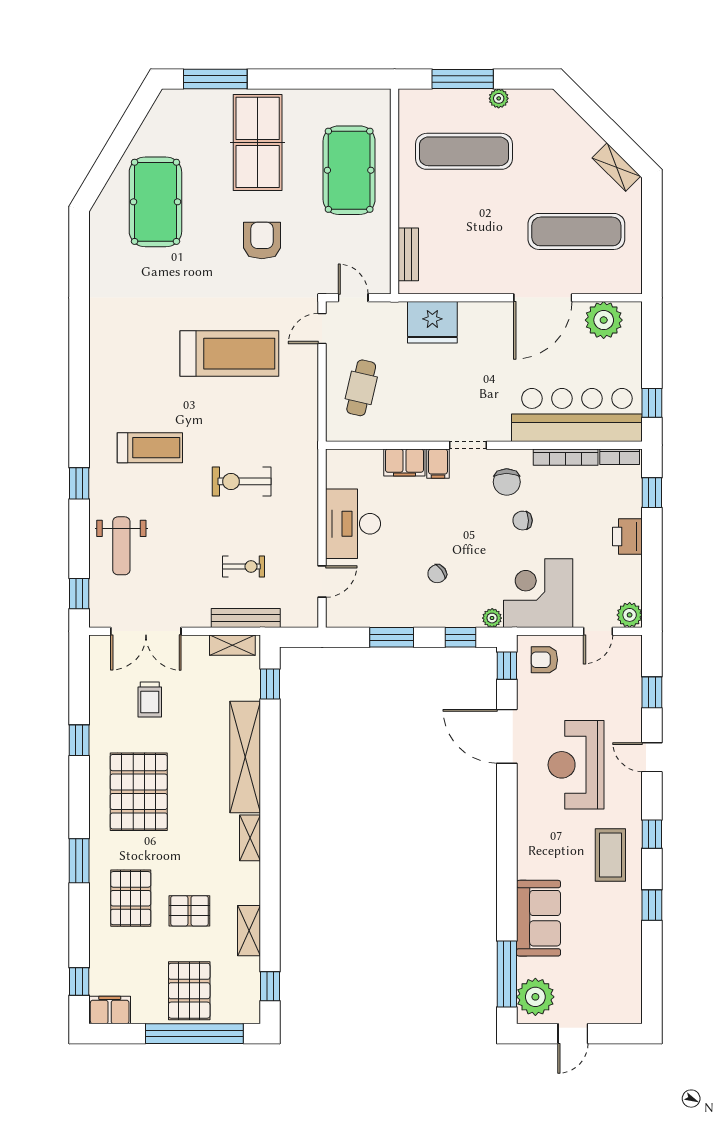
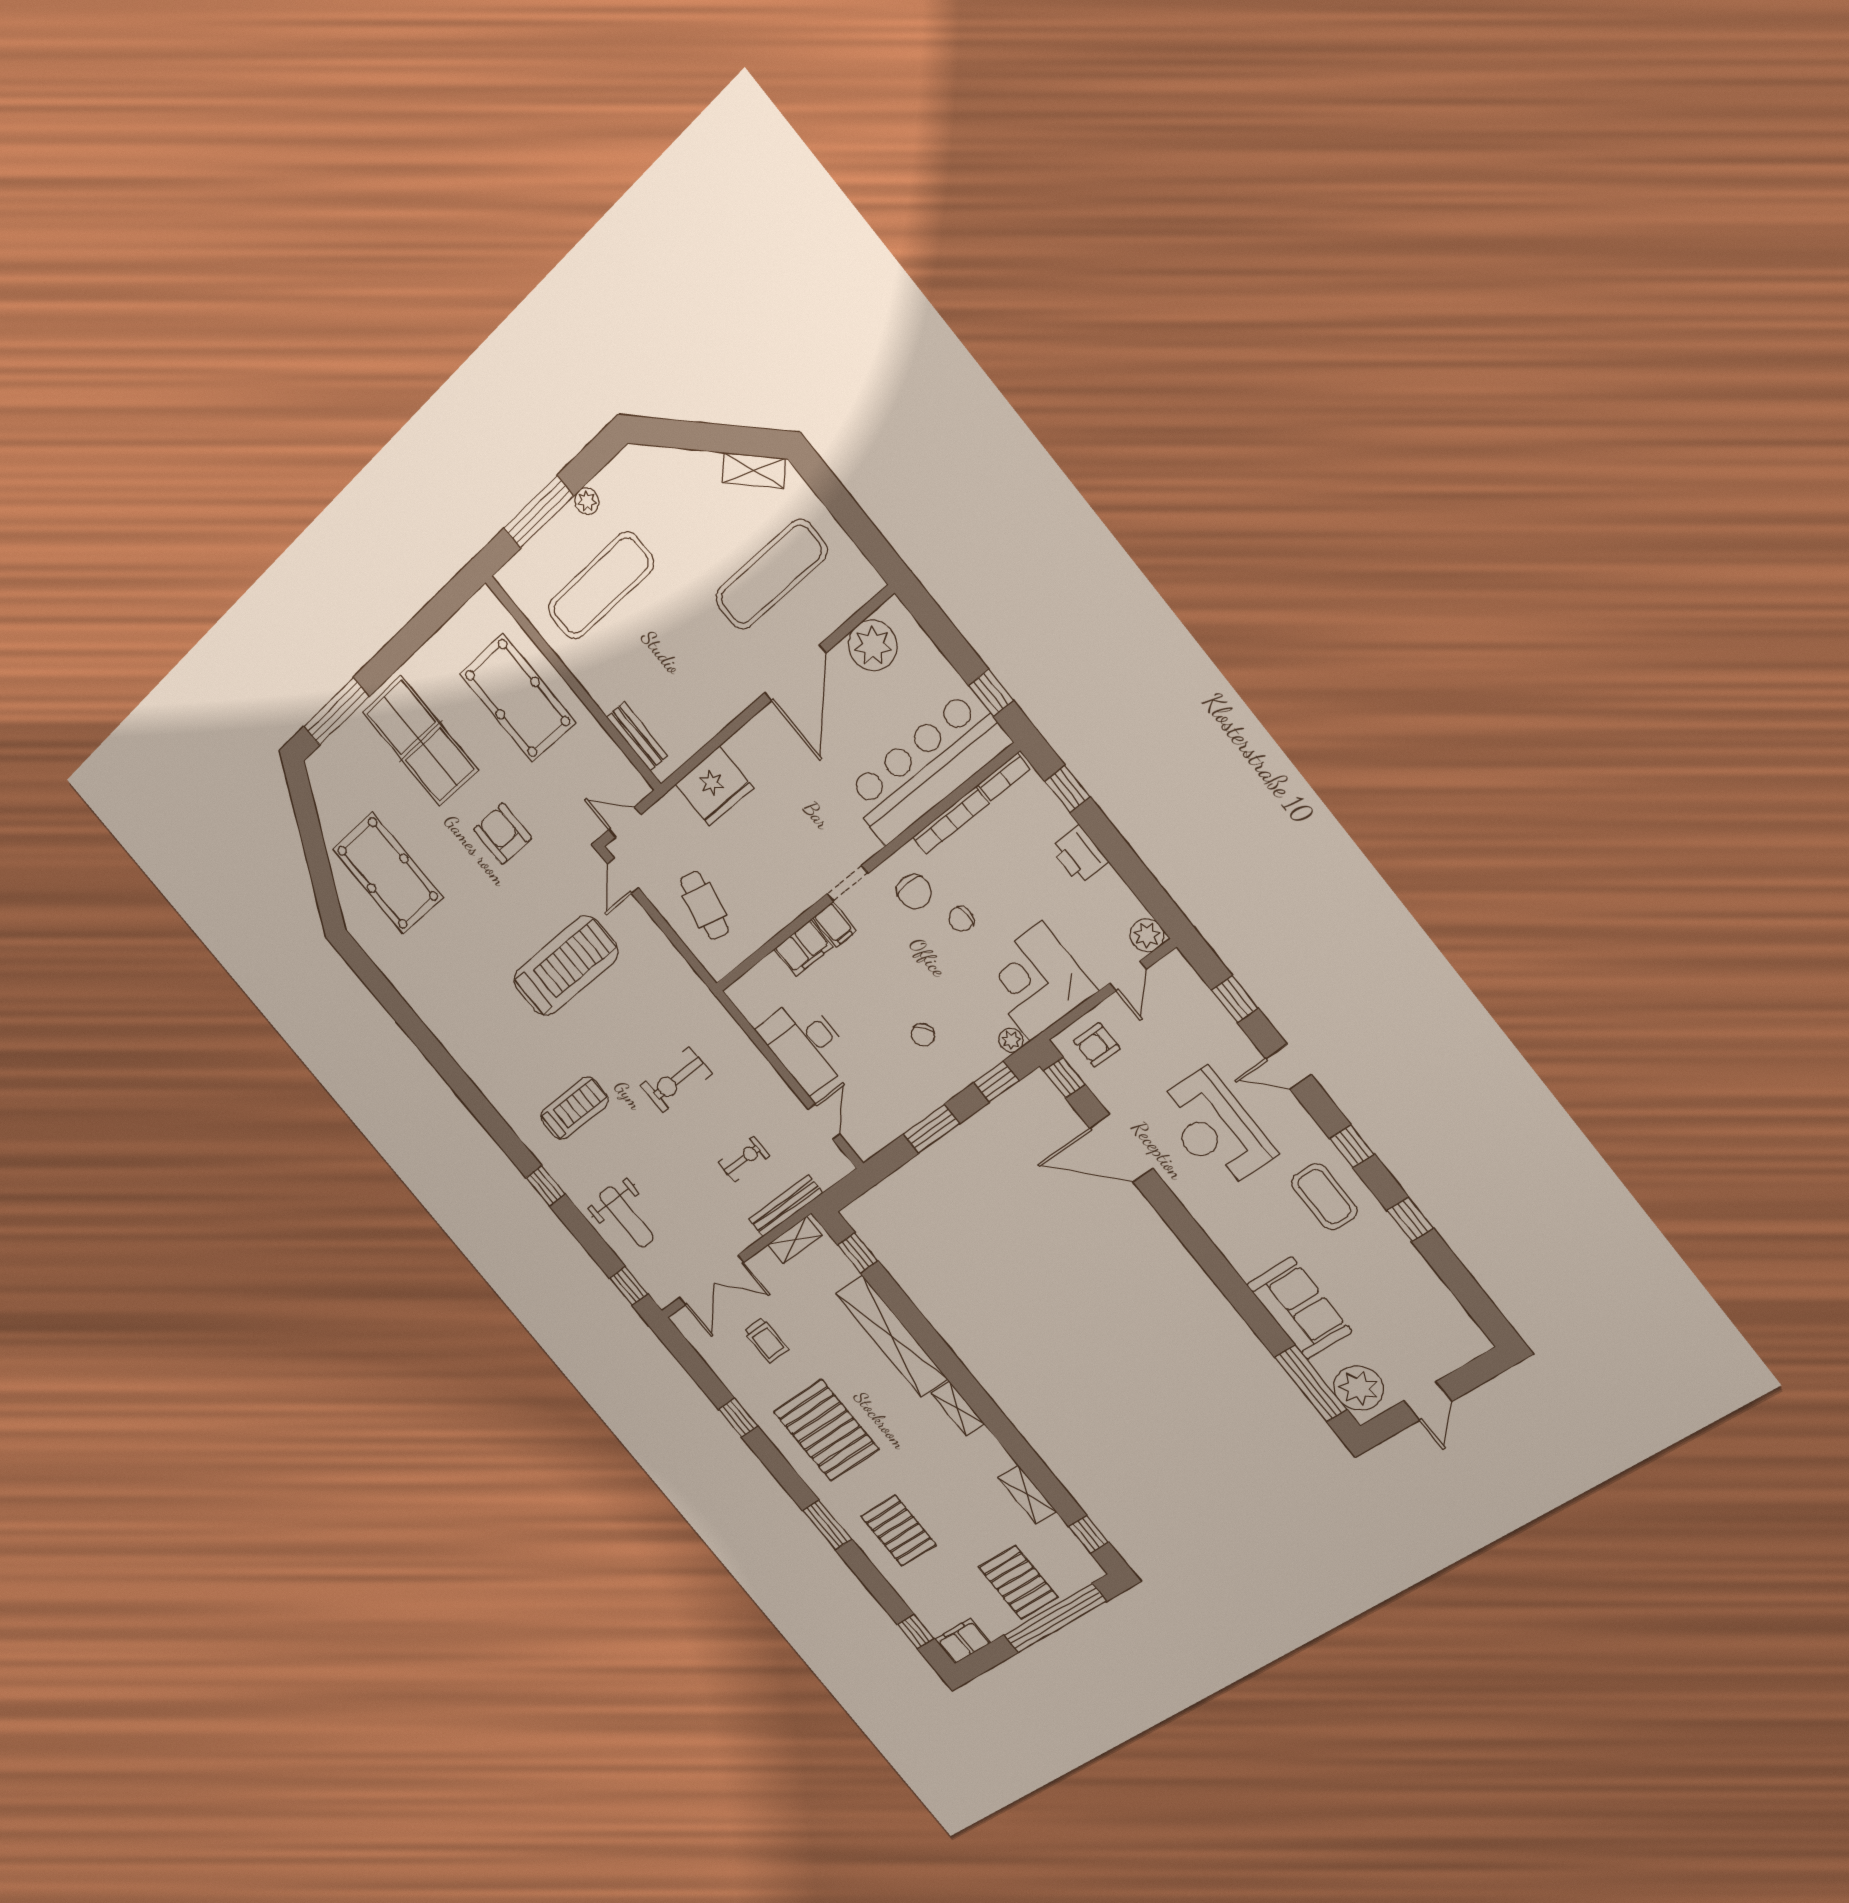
pallet: (189, 911) -> (959, 1510), removed

